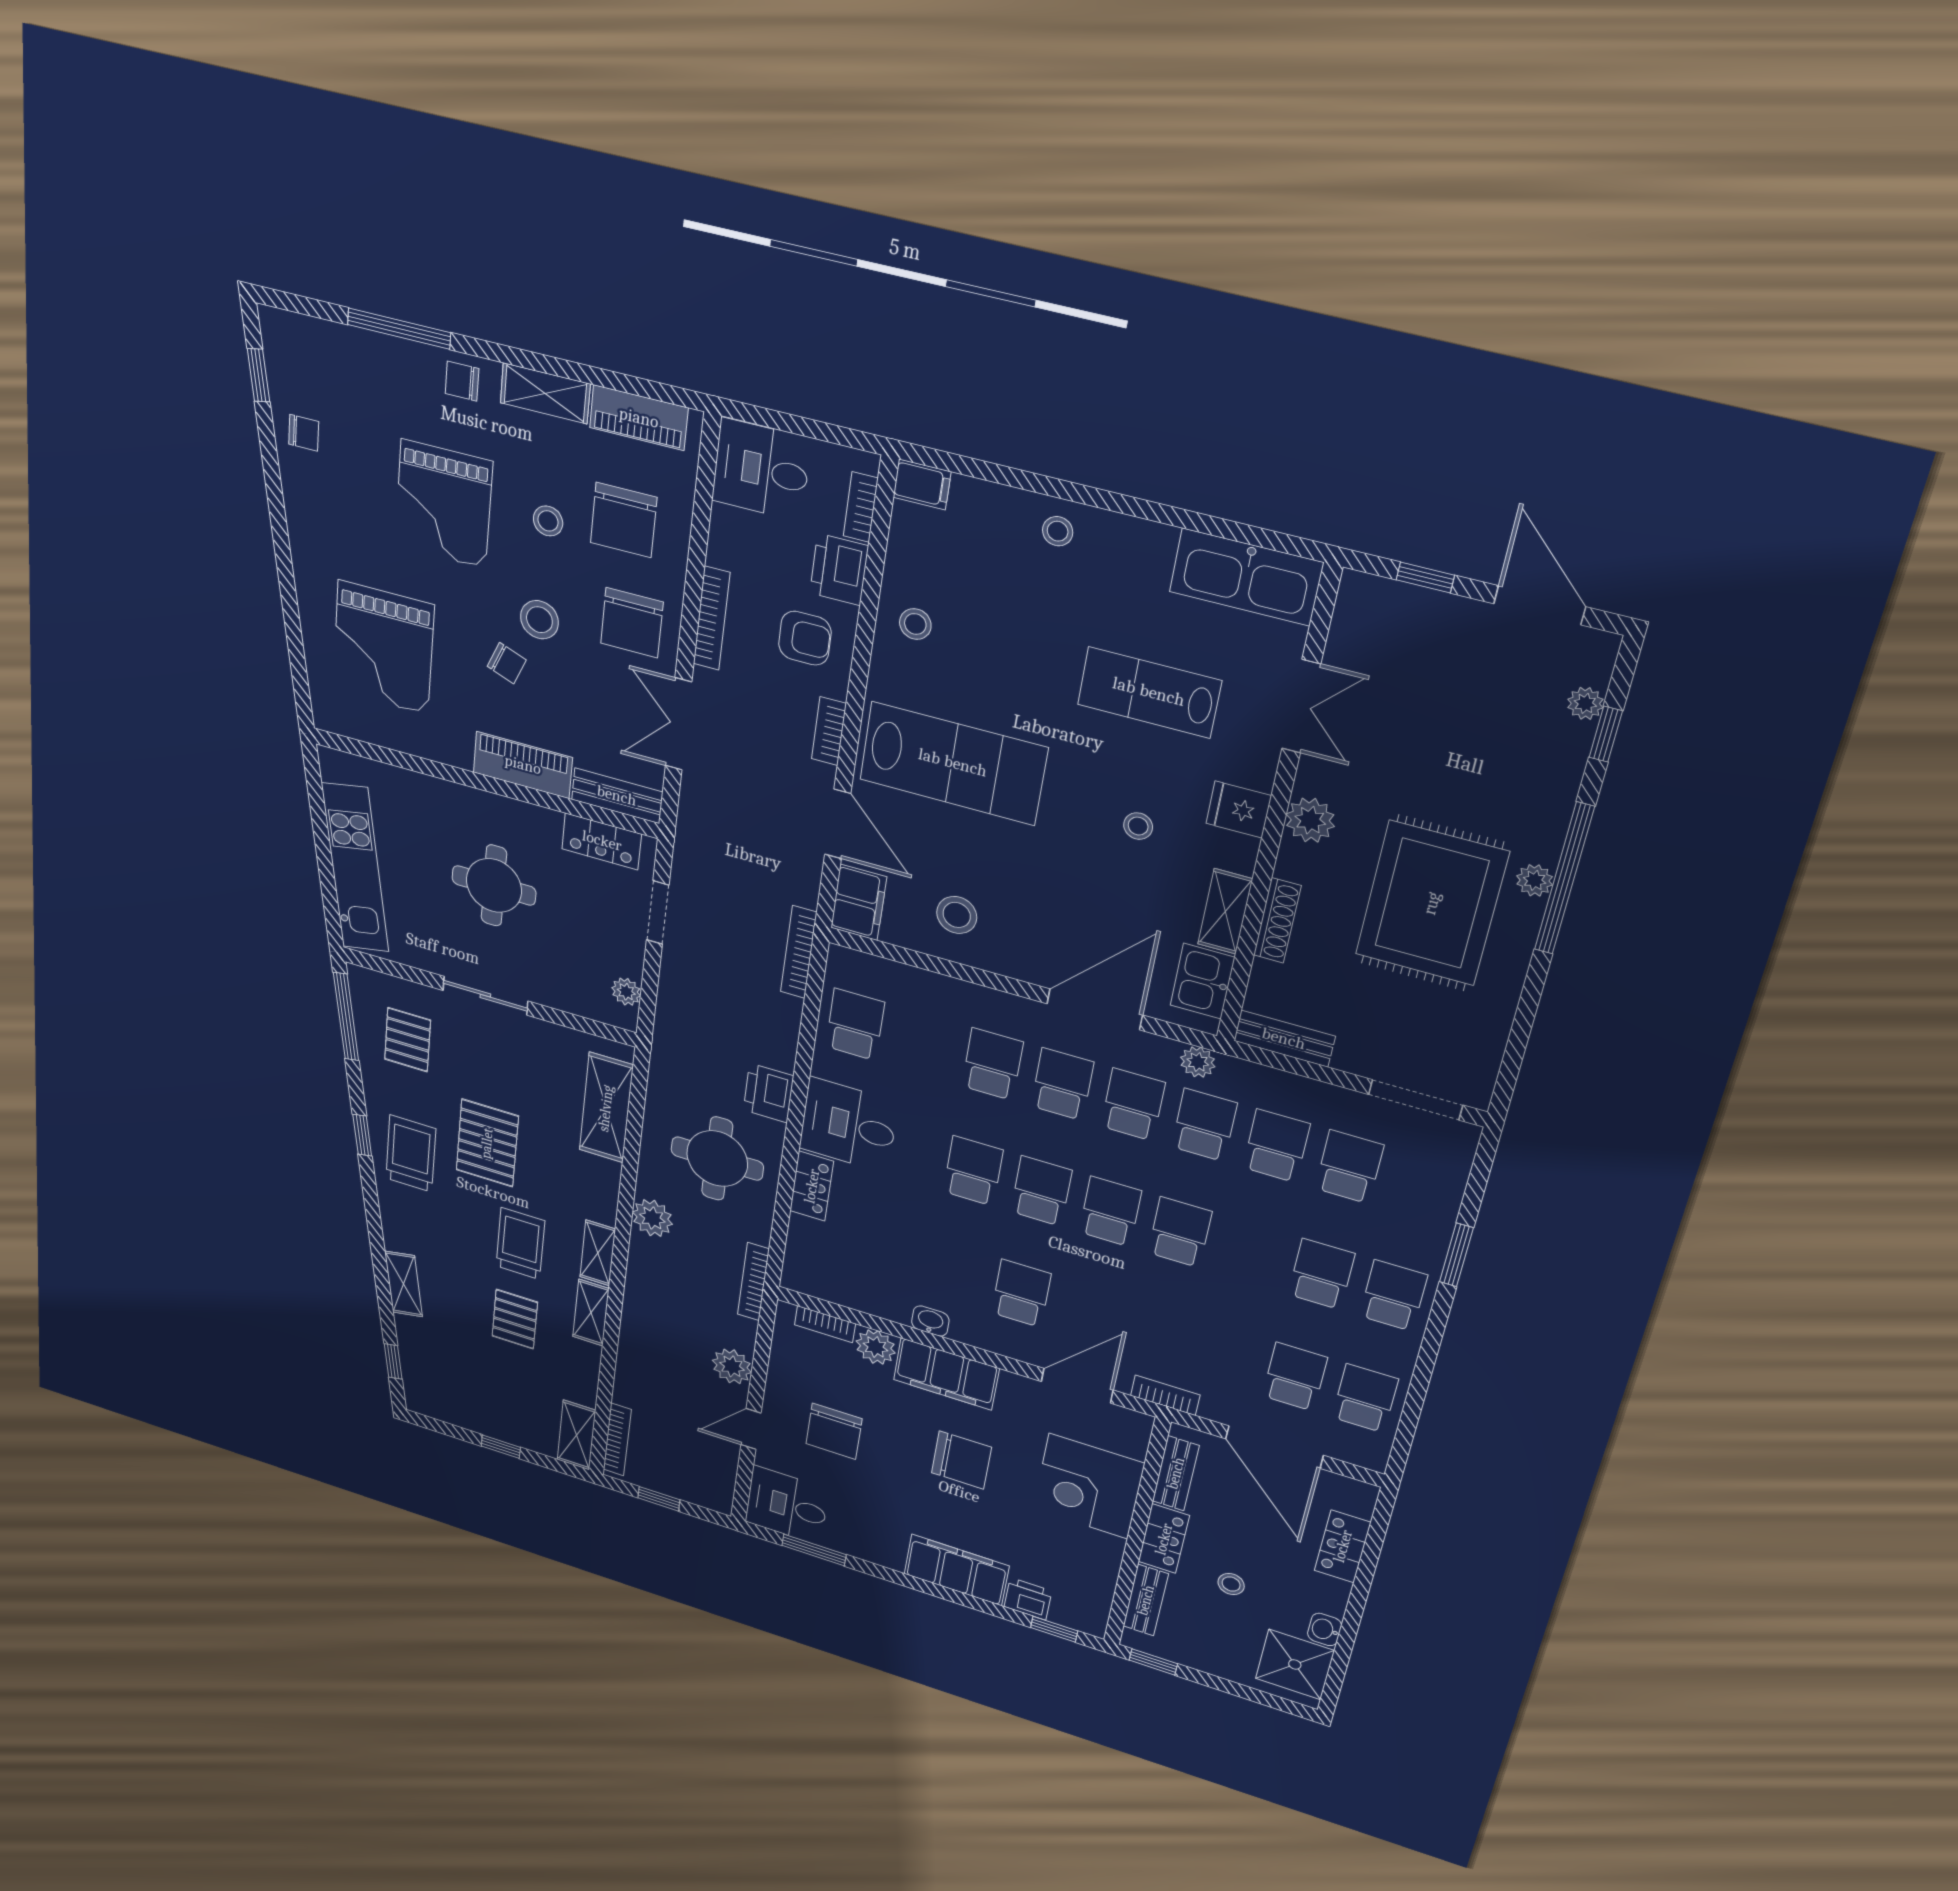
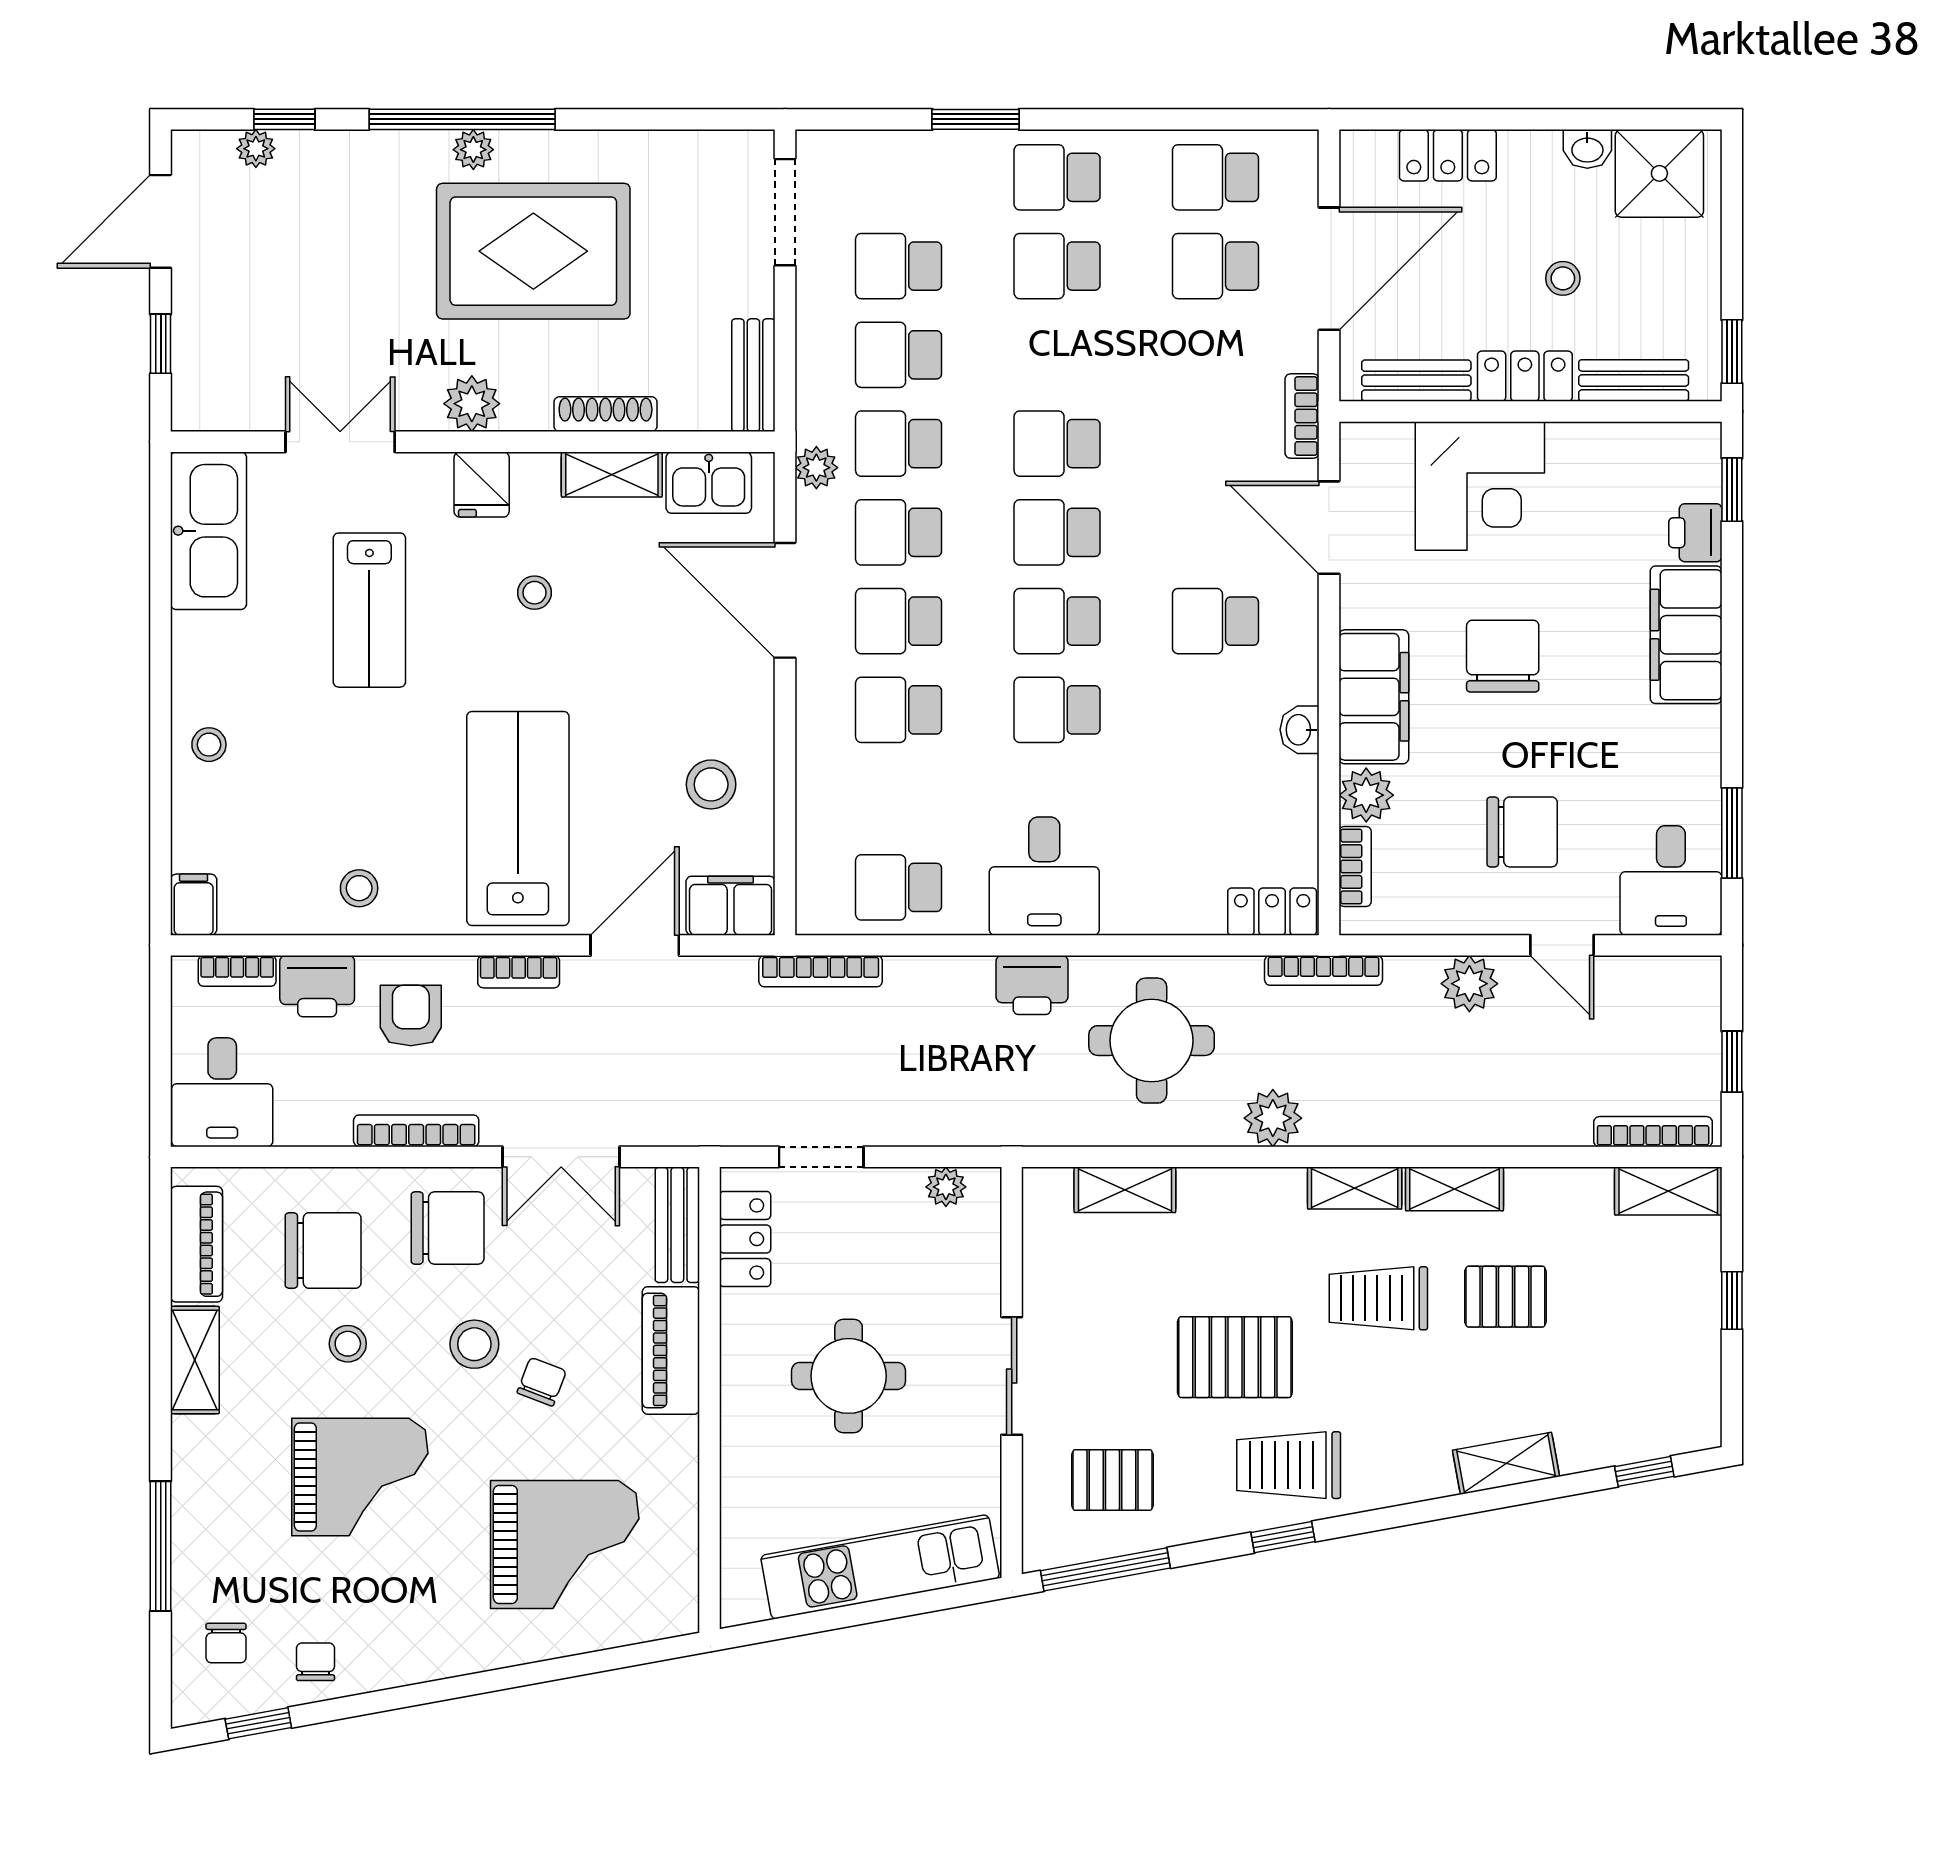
chair: (462, 381) -> (226, 1643), moved
shelving: (606, 1108) -> (1125, 1190), width x0.67, depth x0.75
locker: (812, 1186) -> (1272, 912), moved

